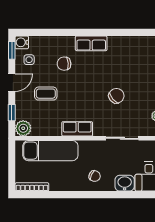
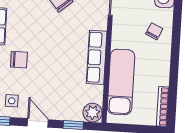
chair: (64, 64) -> (19, 60), turned -85
coffee table: (46, 94) -> (53, 83), removed
row of seats: (77, 129) -> (97, 57), width x1.48

